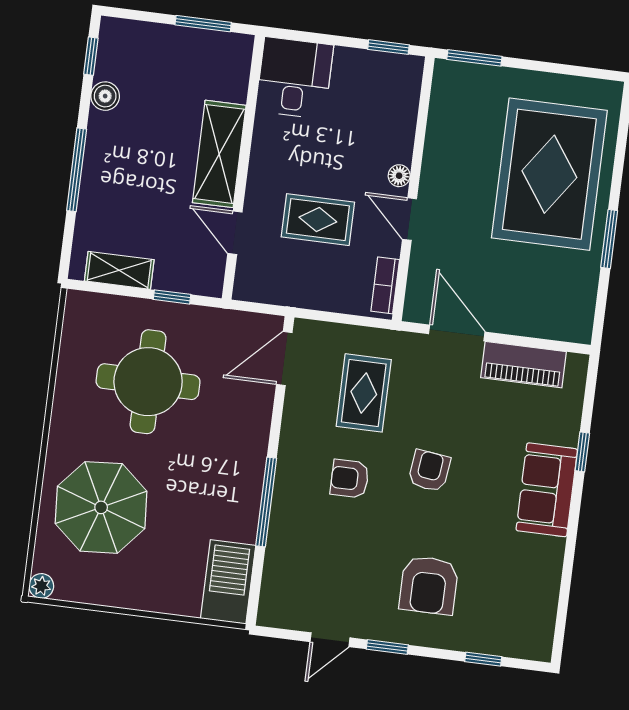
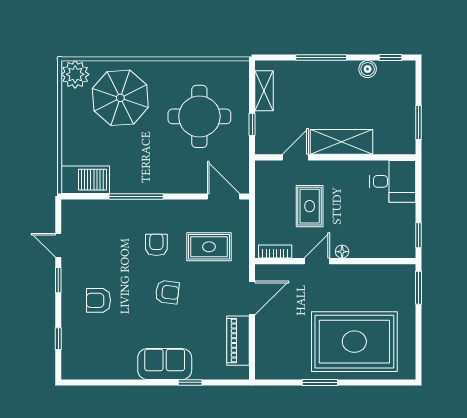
armchair: (429, 585) -> (98, 300), width x0.72, depth x0.72
plant: (41, 586) -> (75, 74), width x1.87, depth x1.87

